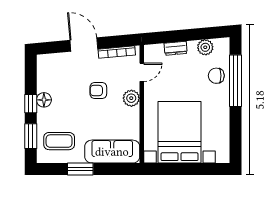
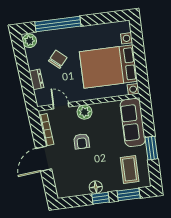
plant: (205, 47) -> (29, 41), moved
chair: (216, 76) -> (58, 59), moved, turned -139

